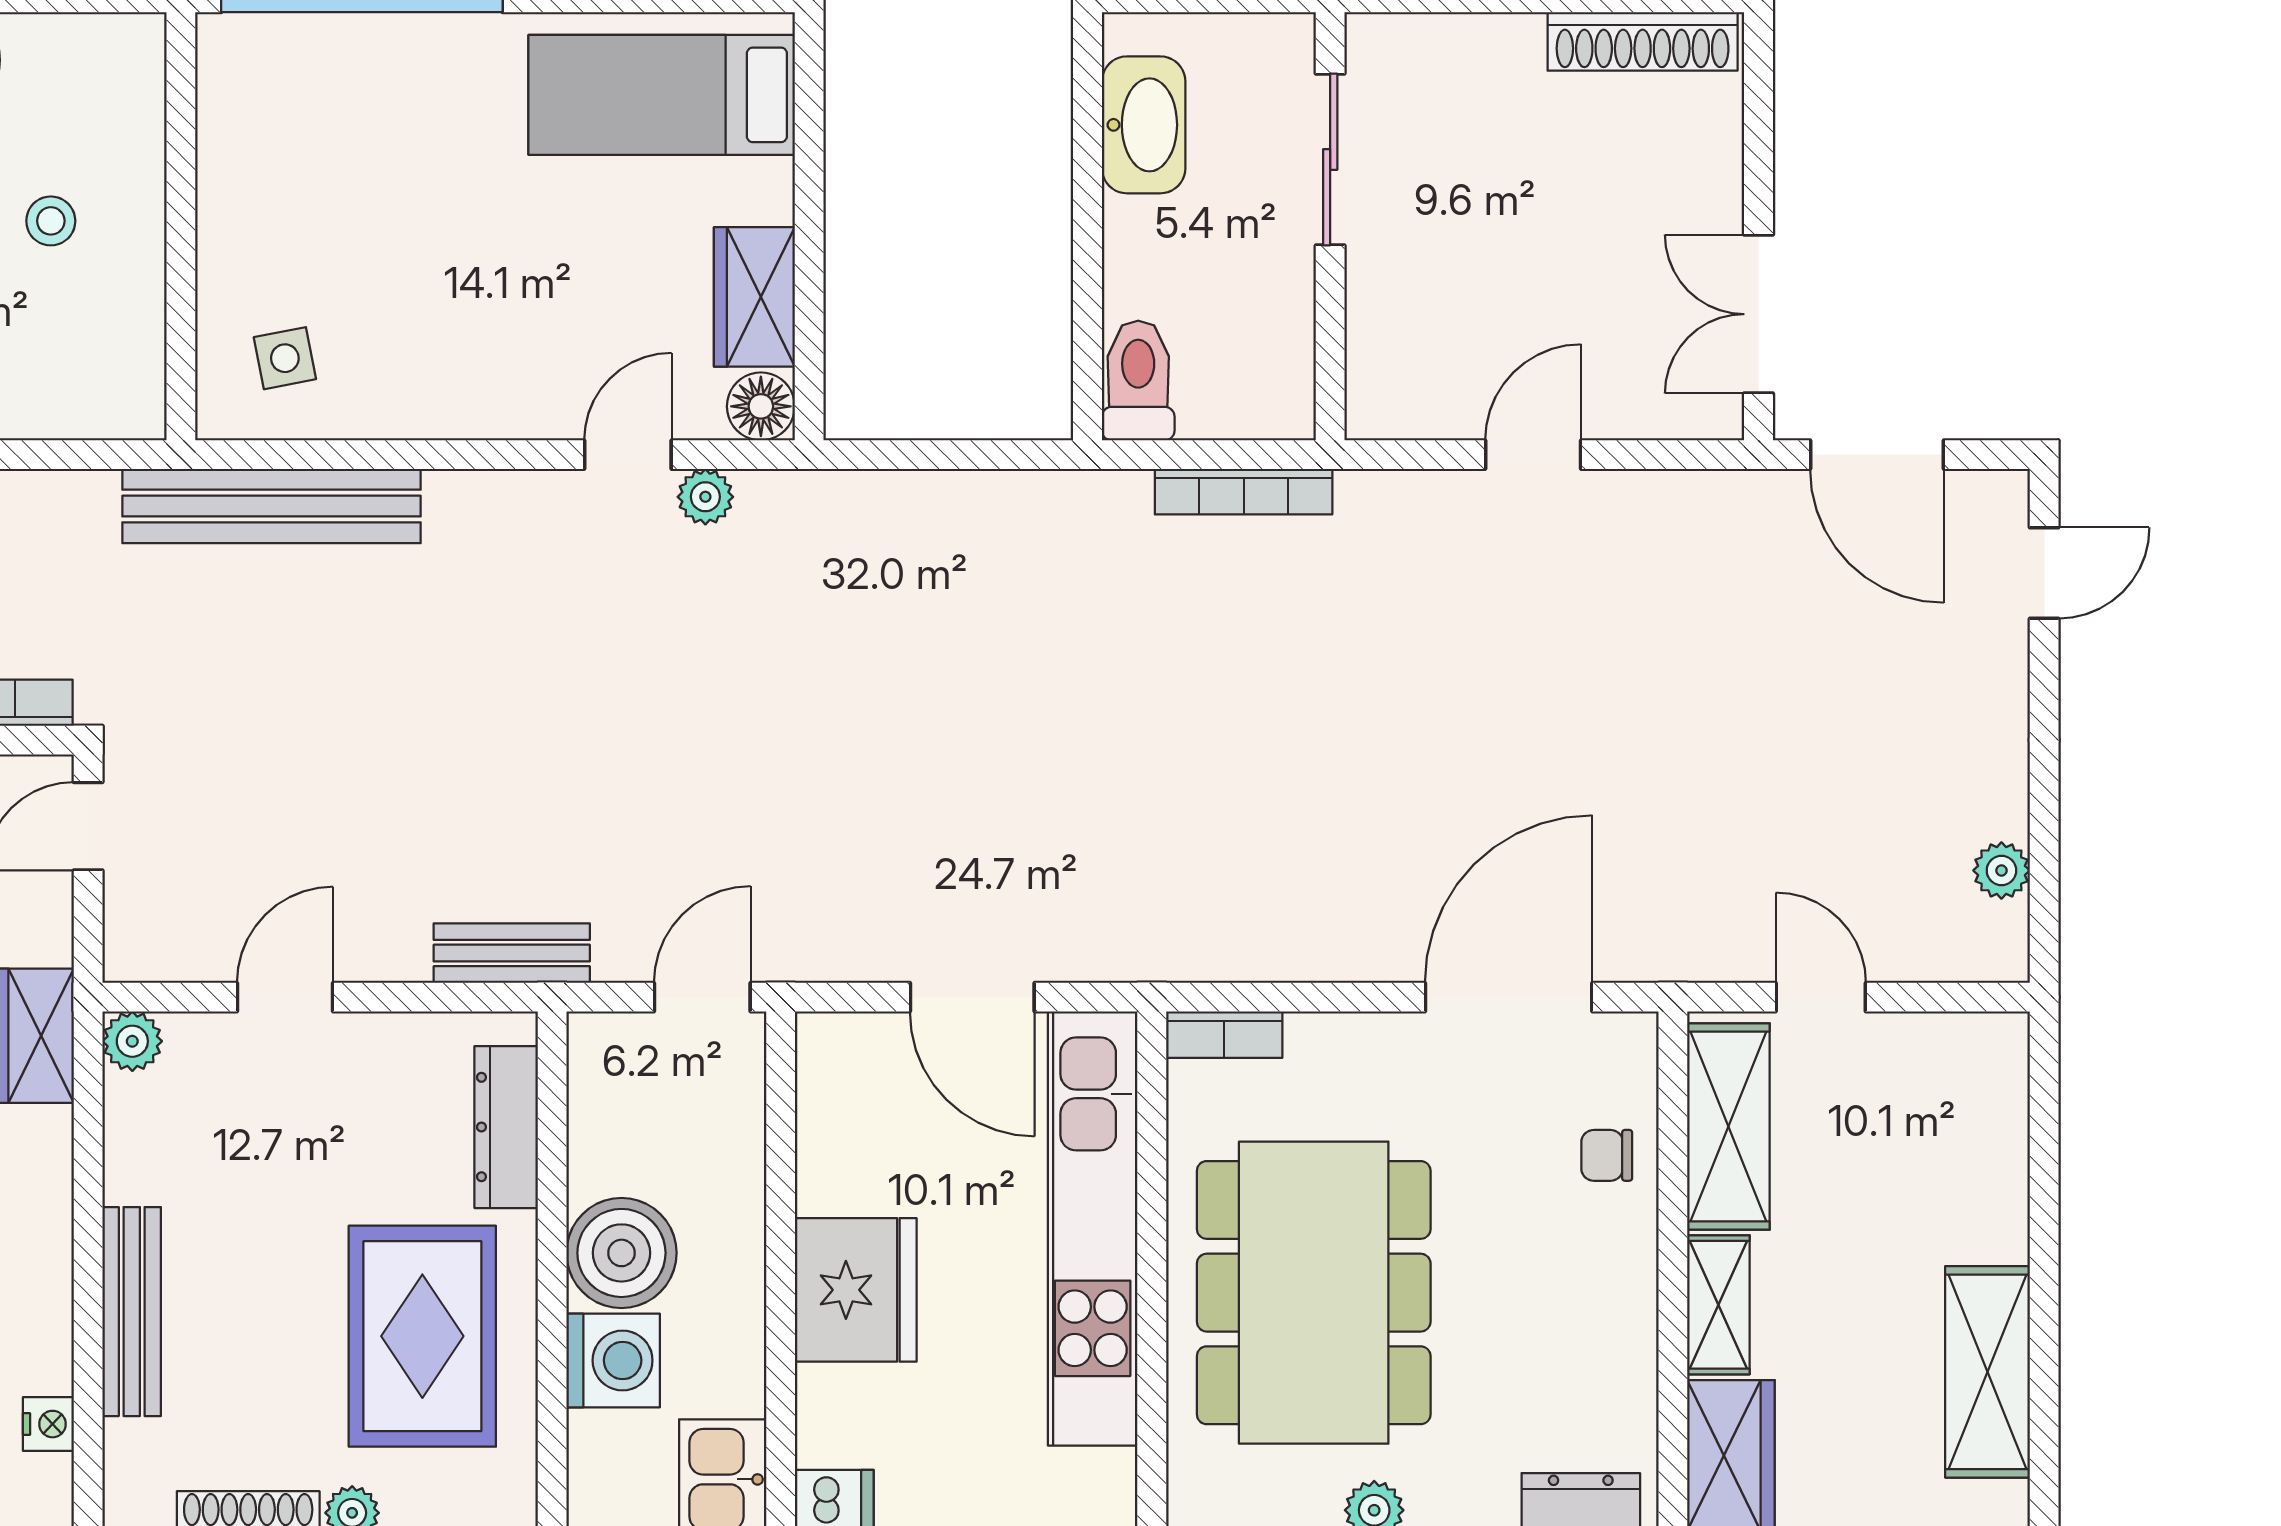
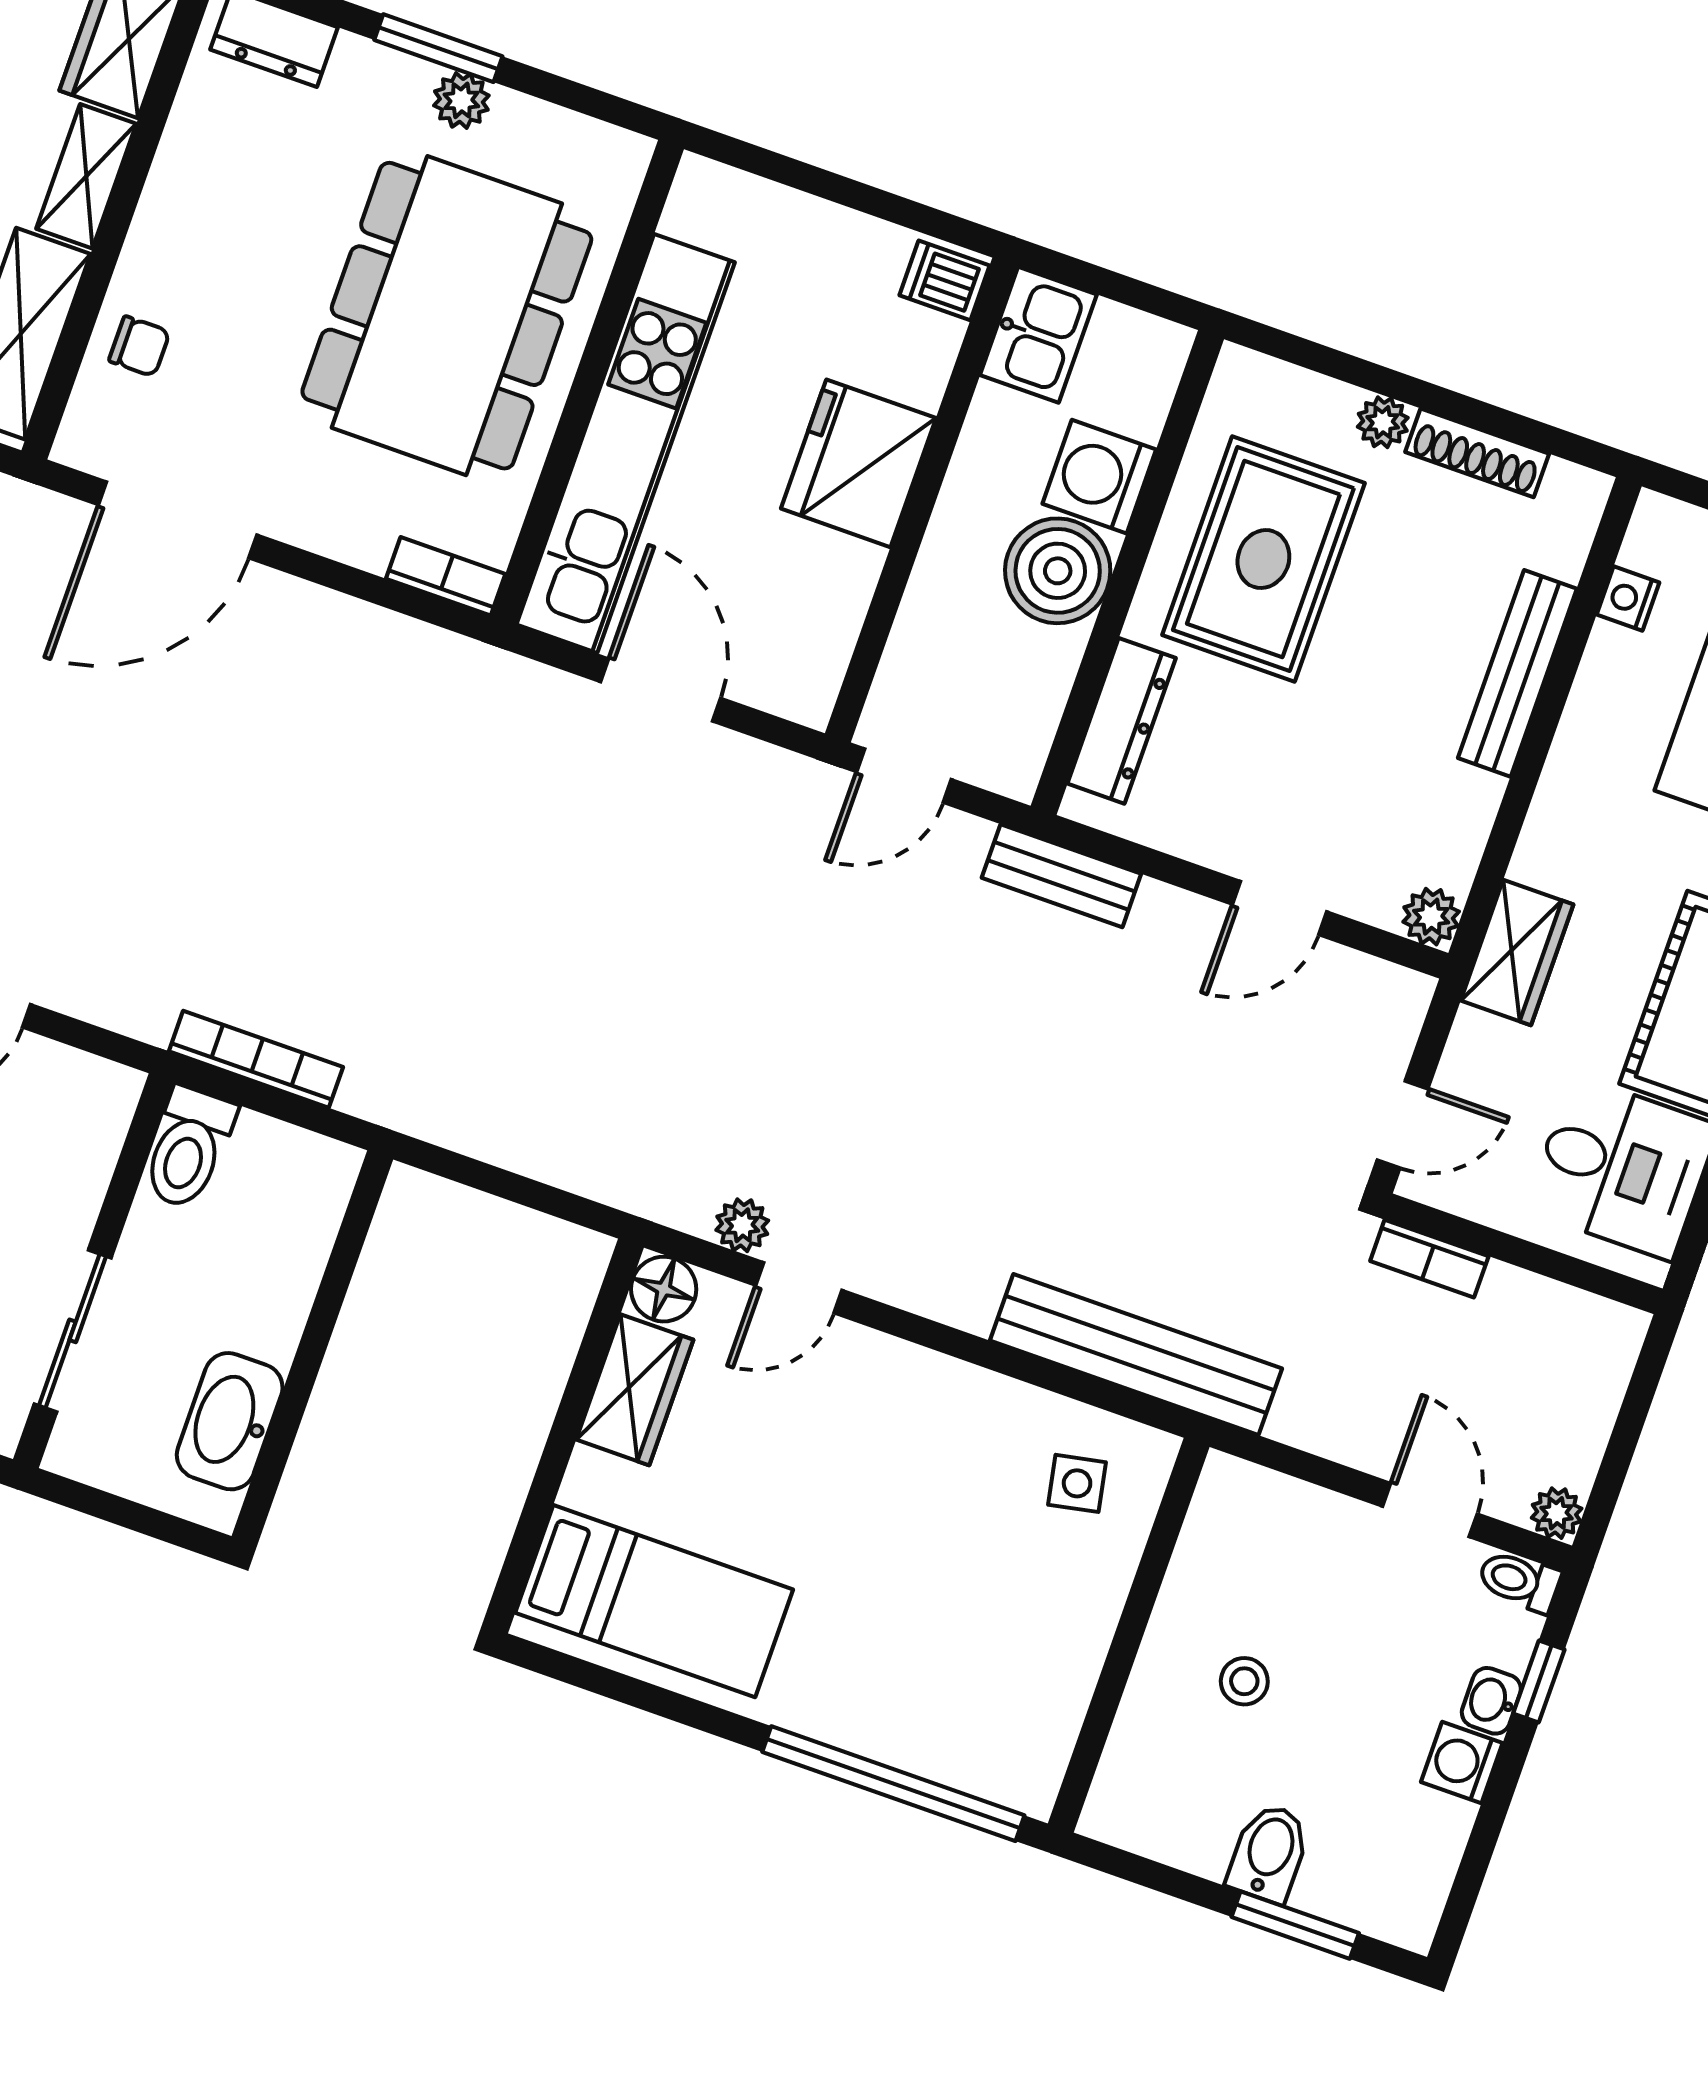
toilet: (1138, 380) -> (188, 1148), moved

